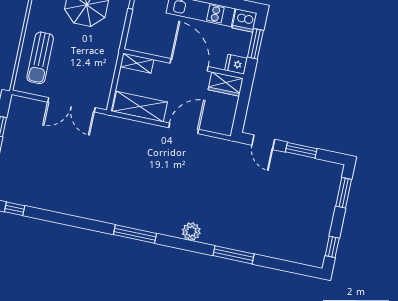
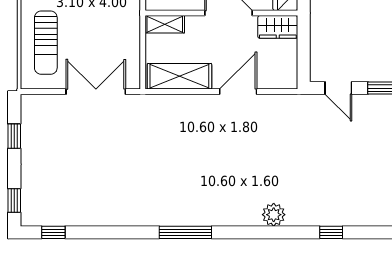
double door: (71, 105) -> (96, 92), swing flipped
window: (135, 234) -> (185, 232), moved
window: (234, 255) -> (331, 232), width x0.46

